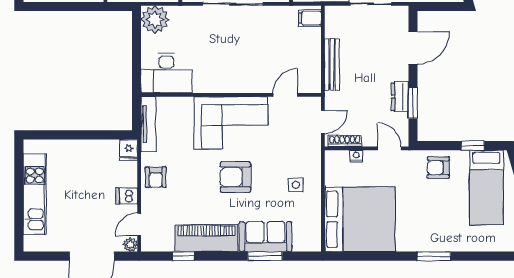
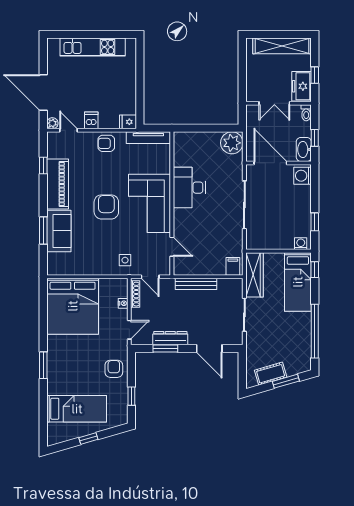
desk: (167, 73) -> (189, 188), moved
dresser: (400, 97) -> (170, 338), width x1.44
side table: (296, 185) -> (125, 260), moved
bed: (486, 188) -> (77, 409), moved, turned 180

